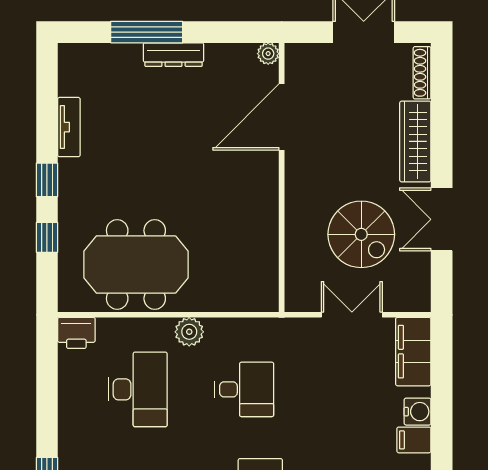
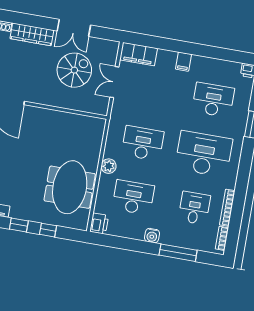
desk: (244, 389) -> (143, 143), width x1.37
water cooler: (418, 412) -> (152, 236), moved, turned 180

